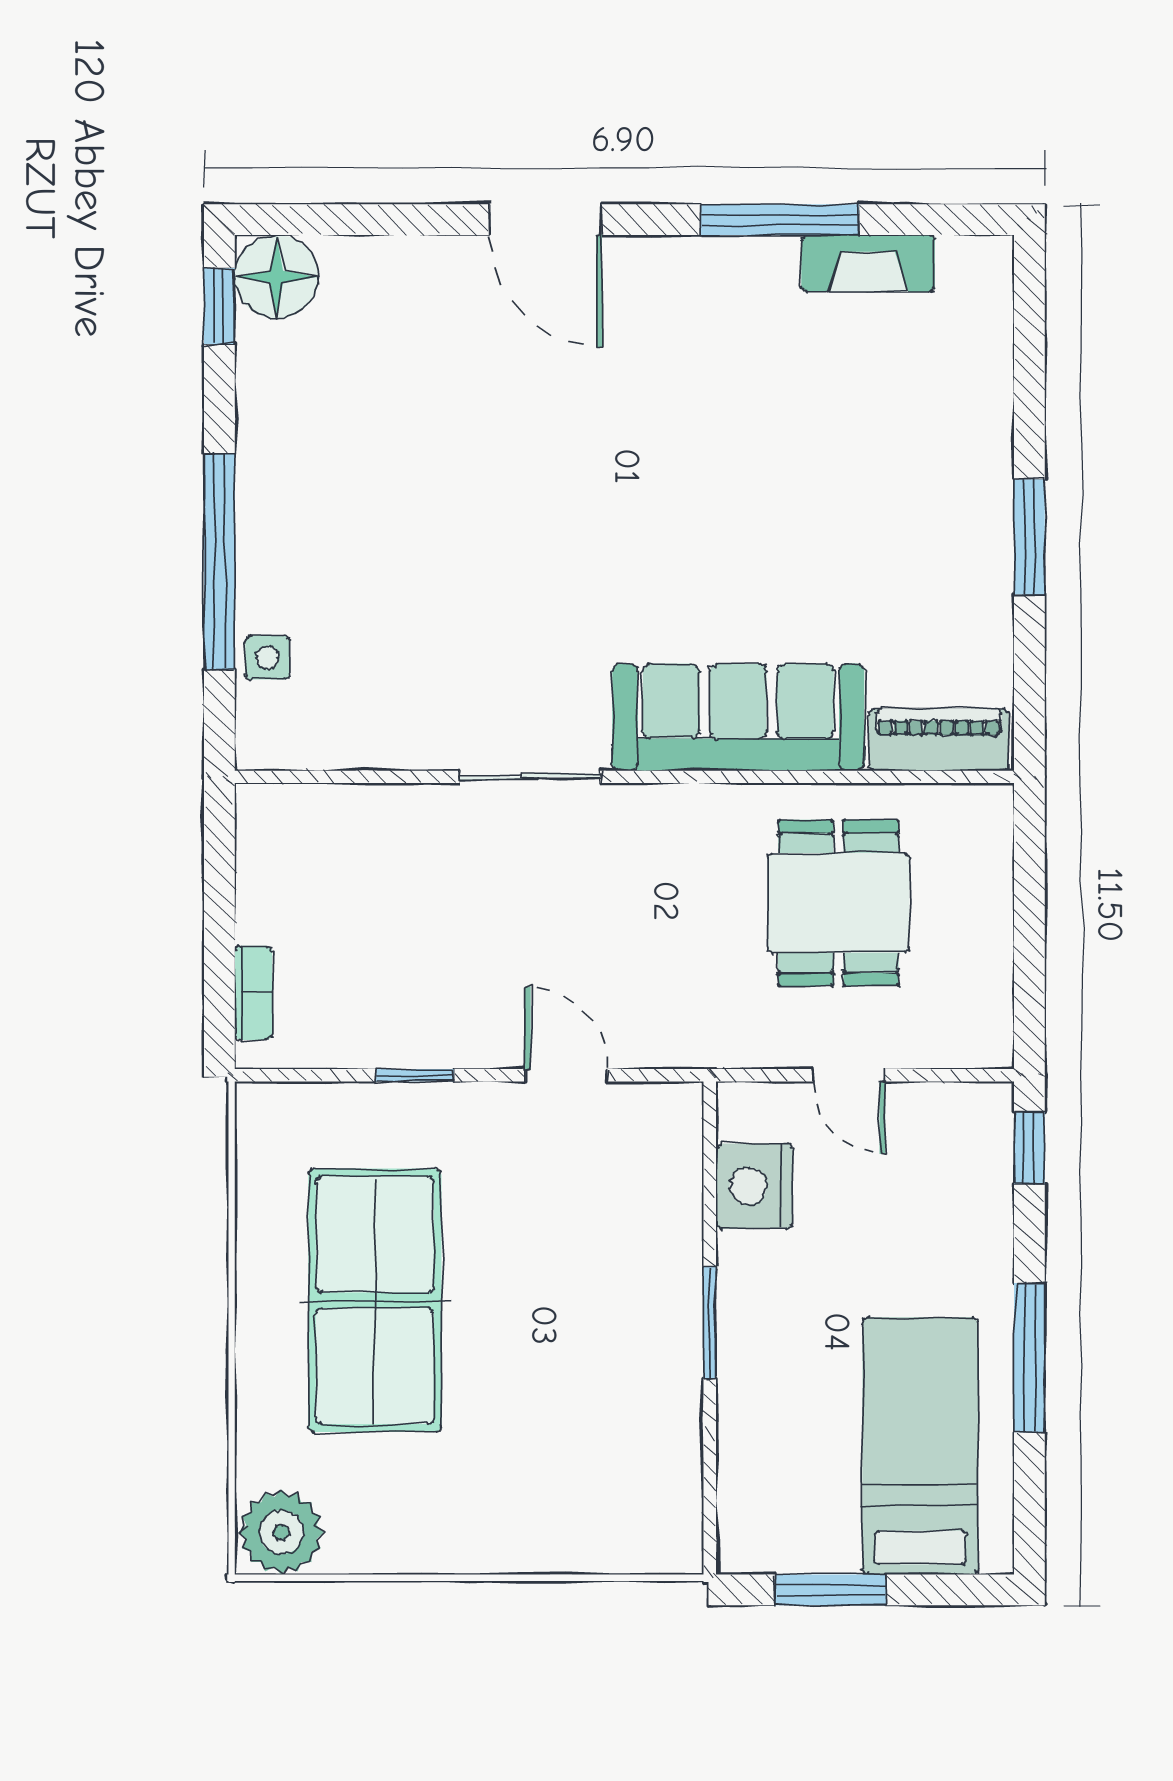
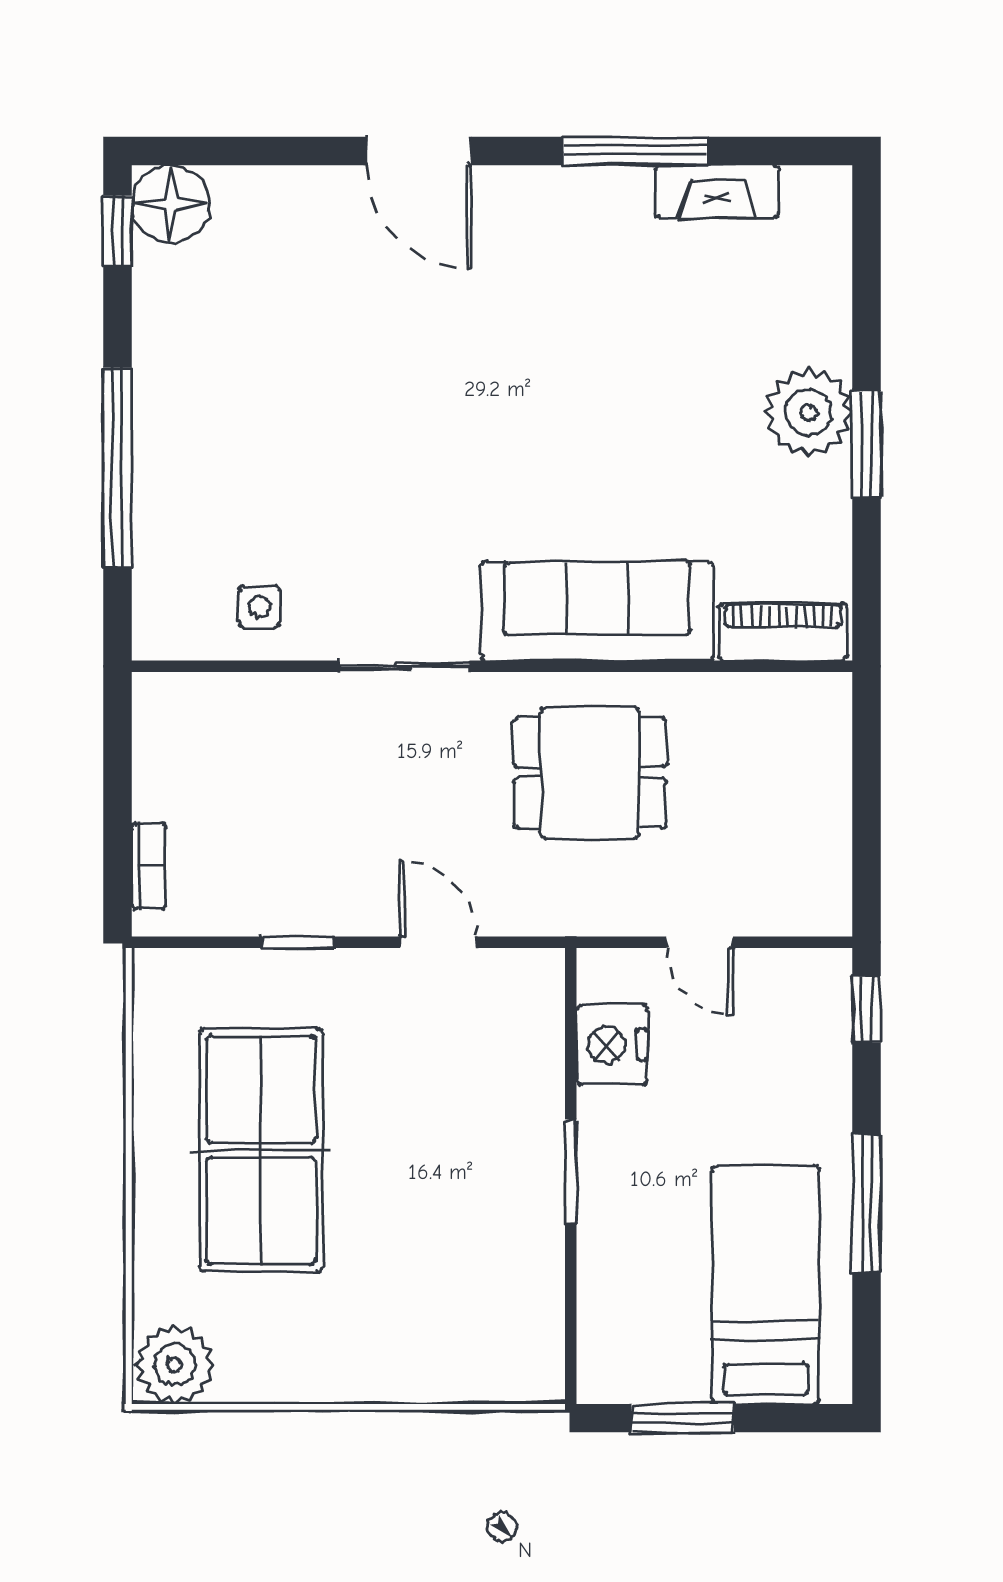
plant: (967, 502) -> (809, 412), added
side table: (268, 657) -> (260, 607), moved
dining table: (838, 903) -> (590, 772), moved, turned 90

